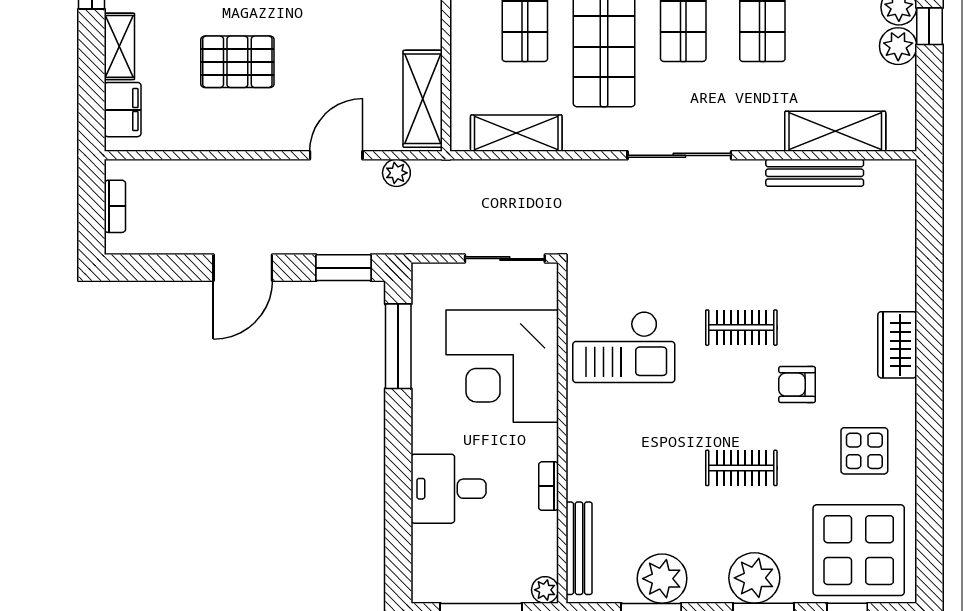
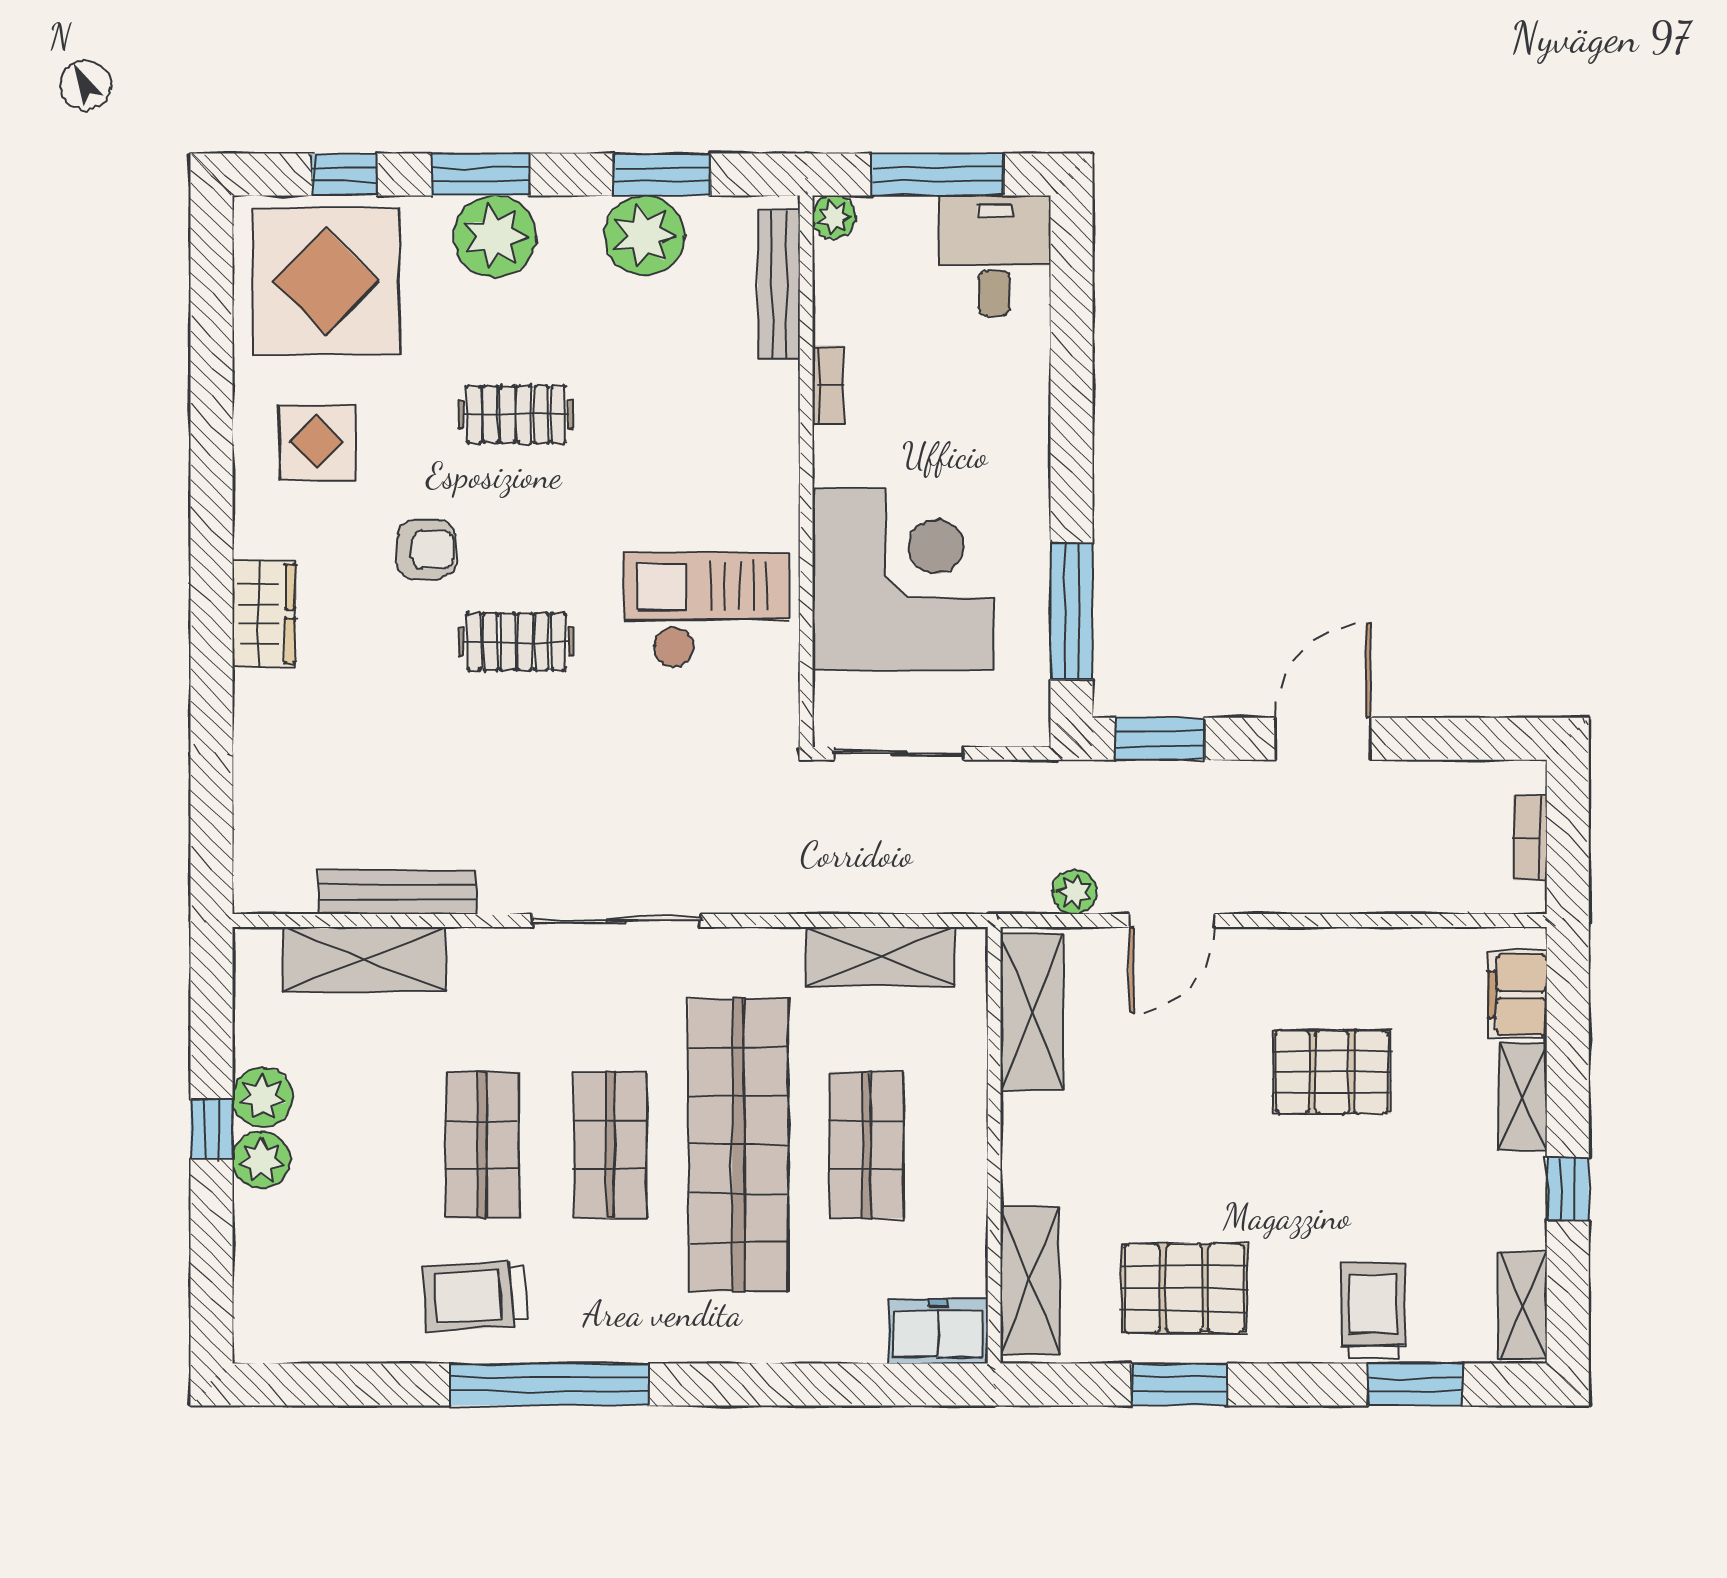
desk: (448, 489) -> (995, 256), moved, turned -90

